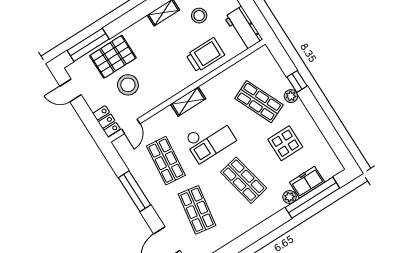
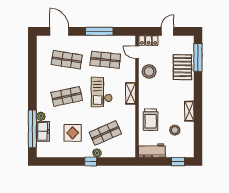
window: (297, 81) -> (91, 161), moved
stool: (128, 85) -> (149, 71), moved
door: (71, 90) -> (168, 31), moved

